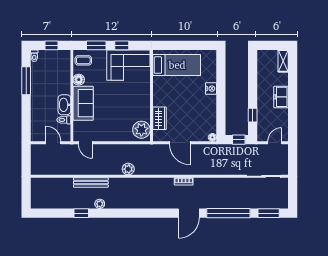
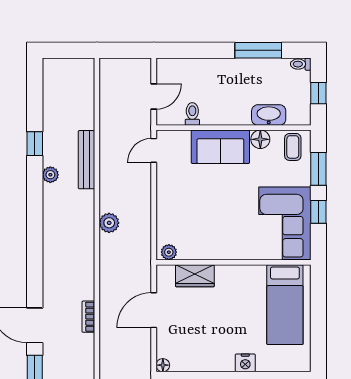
washbasin: (64, 105) -> (269, 115), moved
plant: (141, 130) -> (169, 252), width x0.53, depth x0.53

